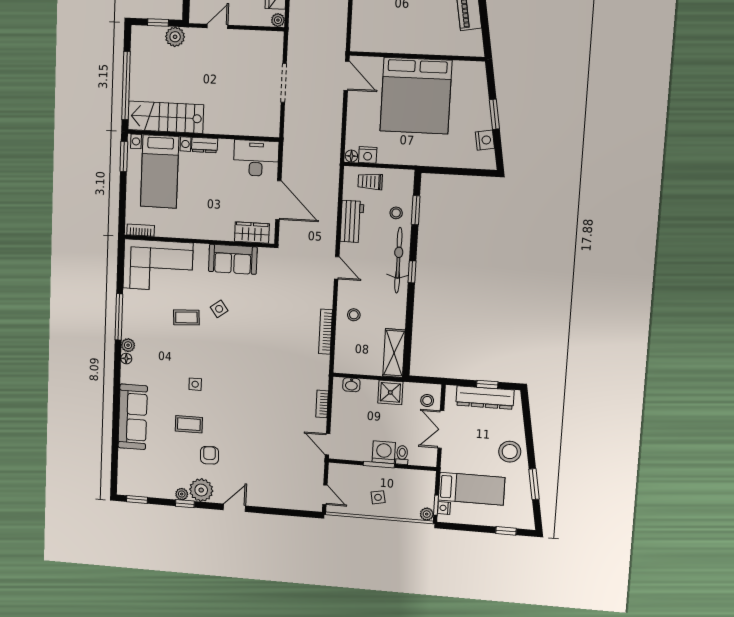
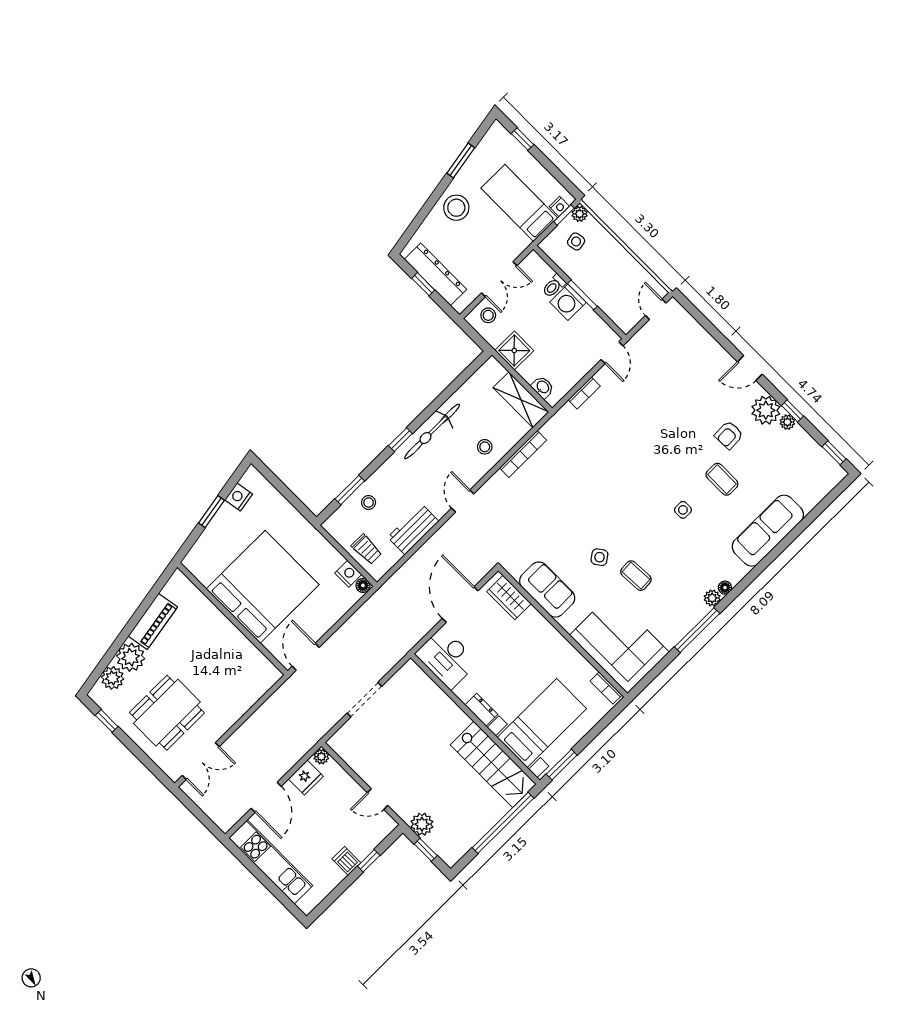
bicycle: (398, 260) -> (432, 431), moved
shelving: (394, 353) -> (521, 400), moved, turned 90
side table: (378, 497) -> (576, 241), moved

